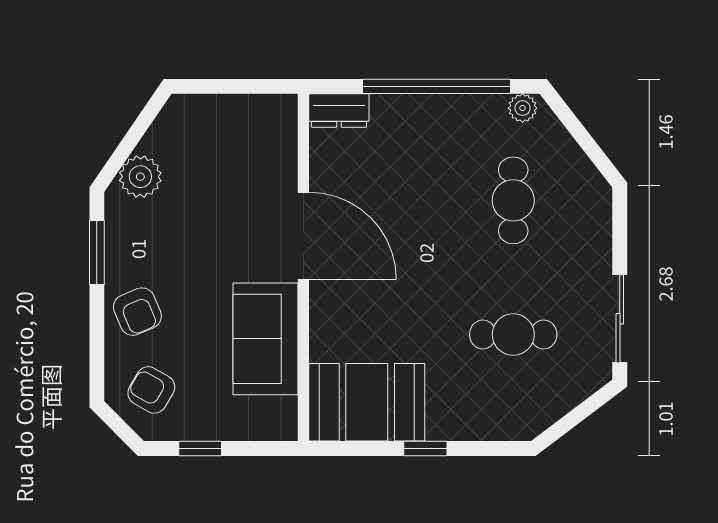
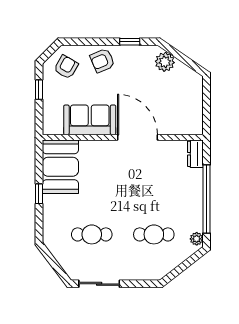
door: (303, 236) -> (138, 137), swing flipped
window: (97, 253) -> (130, 42), width x0.67
cafe table: (513, 335) -> (92, 234), turned 90

